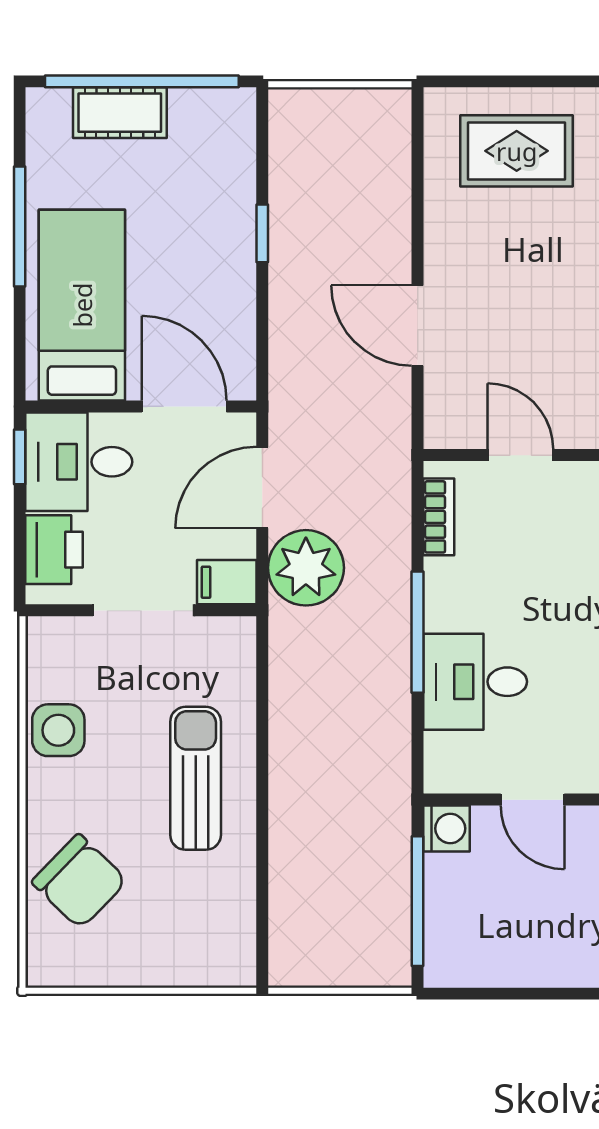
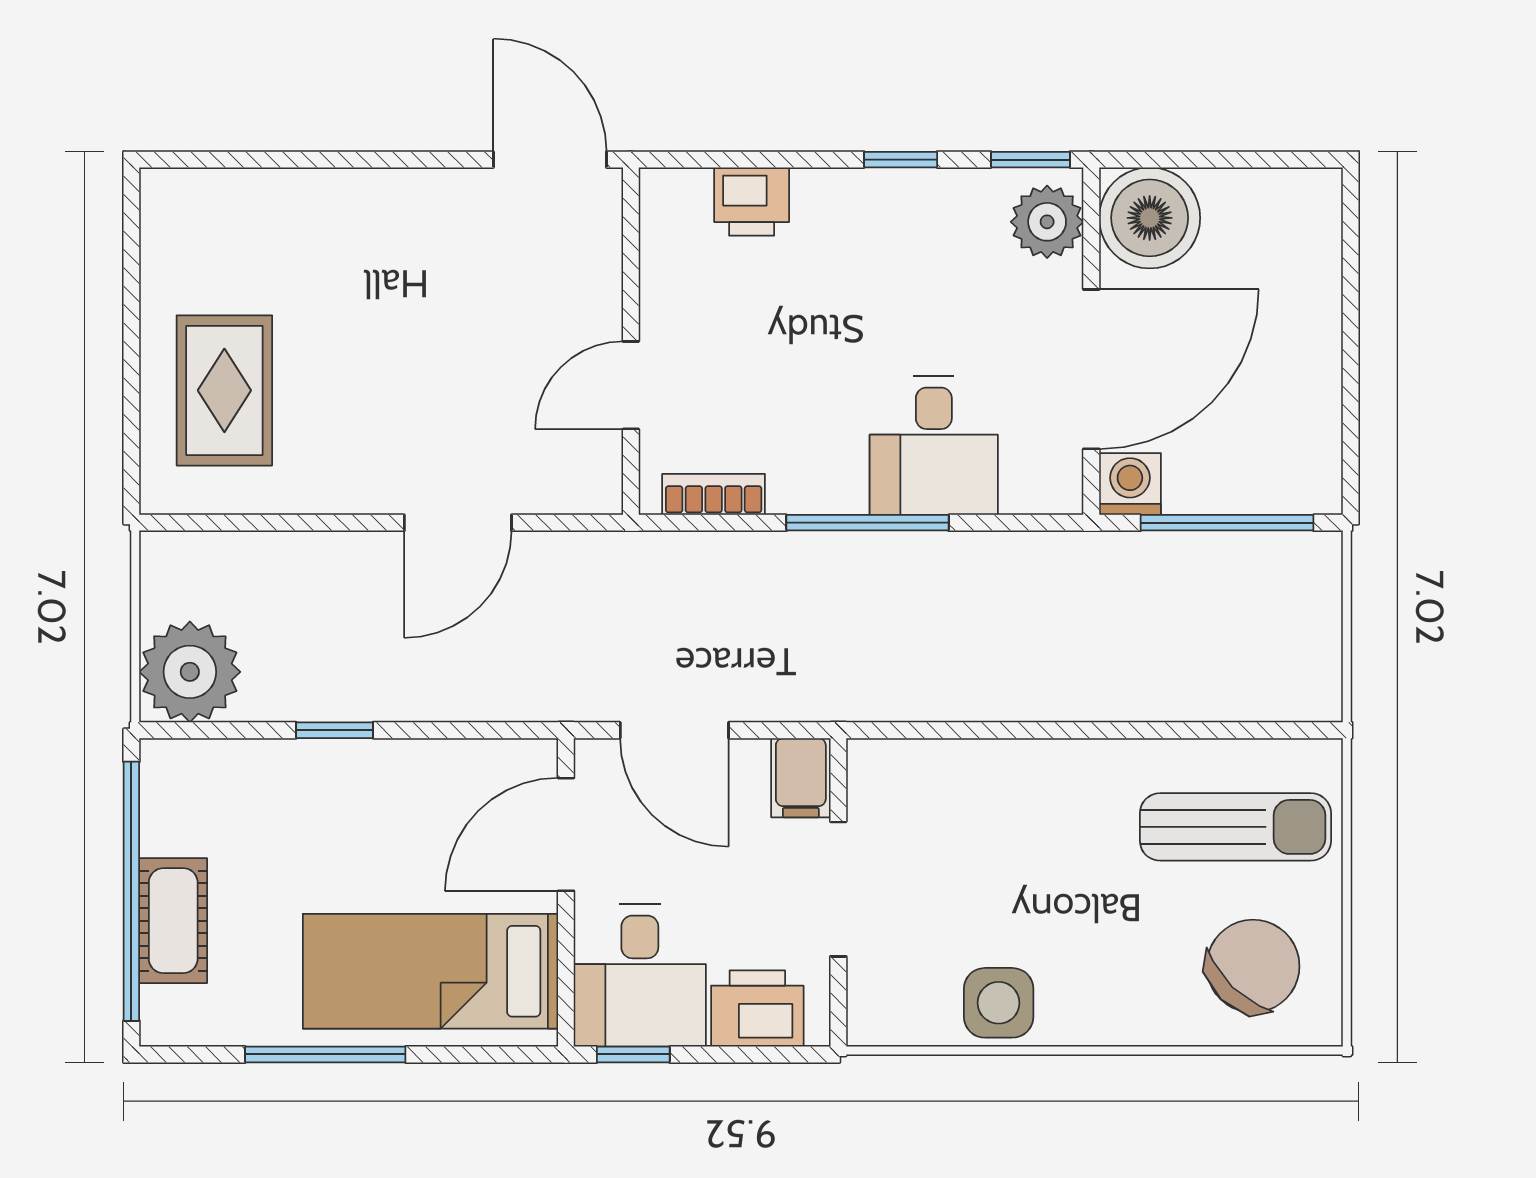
plant: (306, 568) -> (190, 672), moved
sun lounger: (196, 778) -> (1235, 827), moved, turned 180
door: (532, 800) -> (1091, 369), width x1.87
chair: (79, 881) -> (1253, 966), moved

